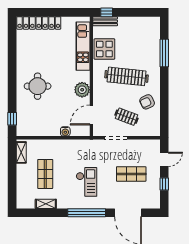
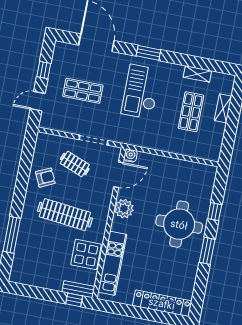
window: (12, 70) -> (207, 251), added
round table: (38, 86) -> (179, 224), width x1.36, depth x1.36
window: (12, 119) -> (215, 212), moved
water cooler: (65, 131) -> (131, 156), moved
shelving: (21, 152) -> (223, 108), moved
checkout: (87, 182) -> (141, 92), width x1.36, depth x1.21
window: (87, 213) -> (148, 53), width x0.47

